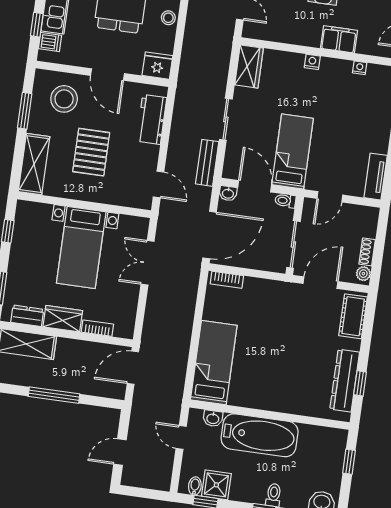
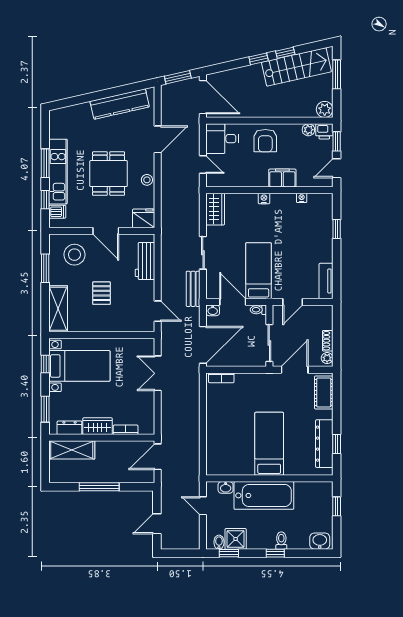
pallet: (91, 152) -> (101, 293), width x0.67, depth x0.71
bed with nightstands: (81, 247) -> (79, 366), moved, turned -90
bed: (214, 363) -> (269, 444), moved

